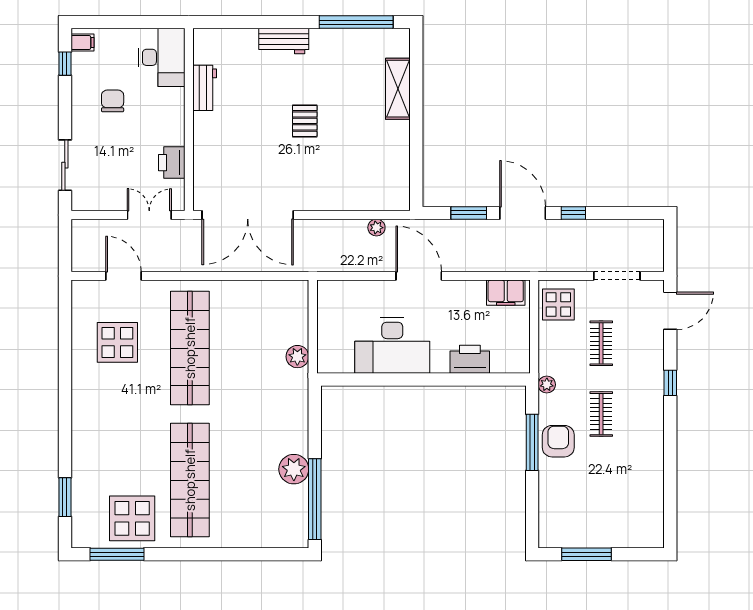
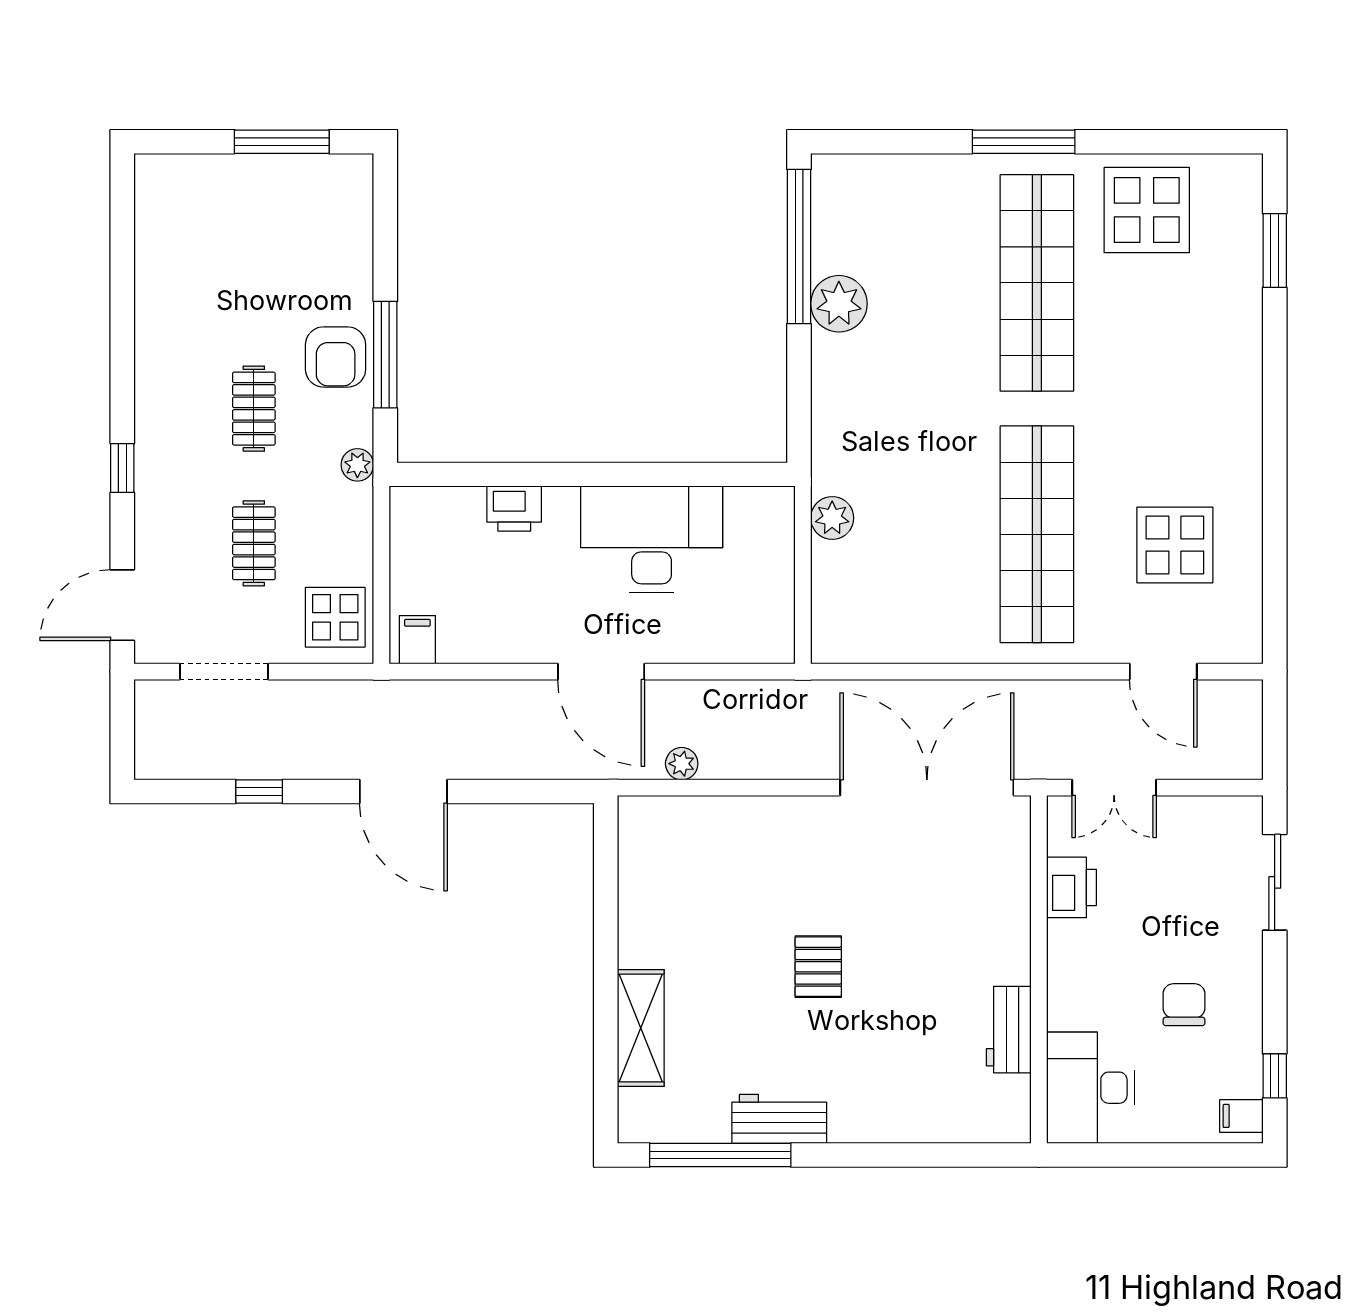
workbench: (284, 41) -> (779, 1119), moved
chair: (113, 101) -> (1184, 1005), turned 180
window: (469, 213) -> (506, 791), removed
window: (573, 213) -> (259, 791), moved
filing cabinet: (506, 293) -> (417, 640), width x0.50
printer: (470, 359) -> (514, 509), width x0.73, depth x0.84
window: (117, 554) -> (1024, 142), moved

